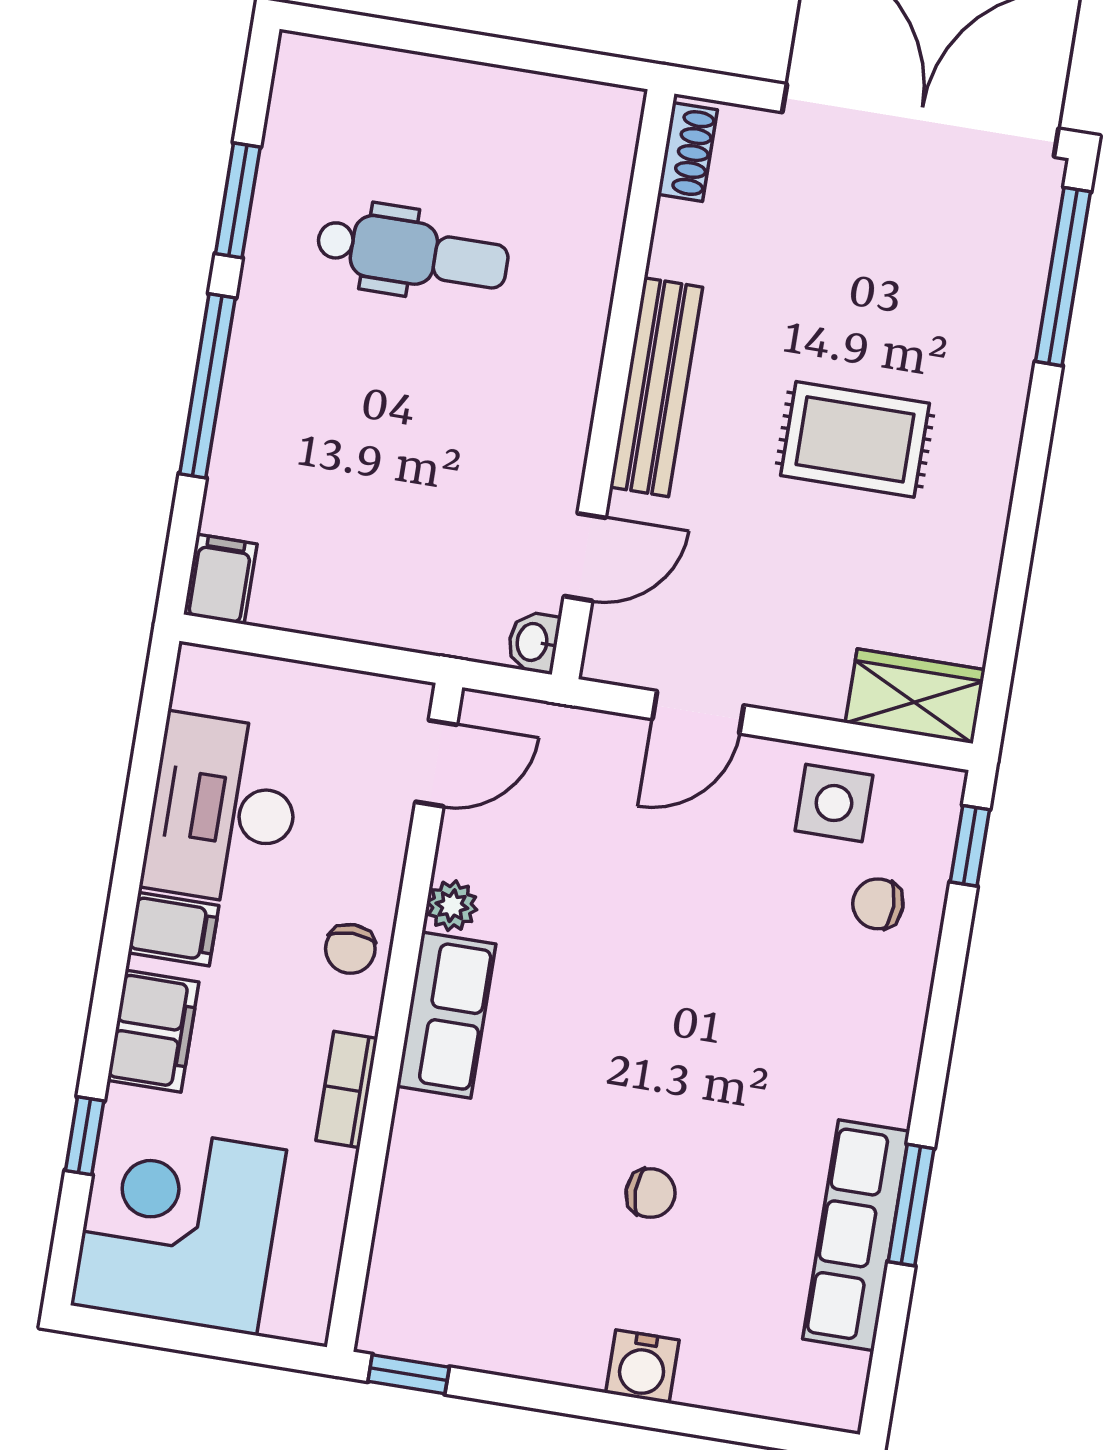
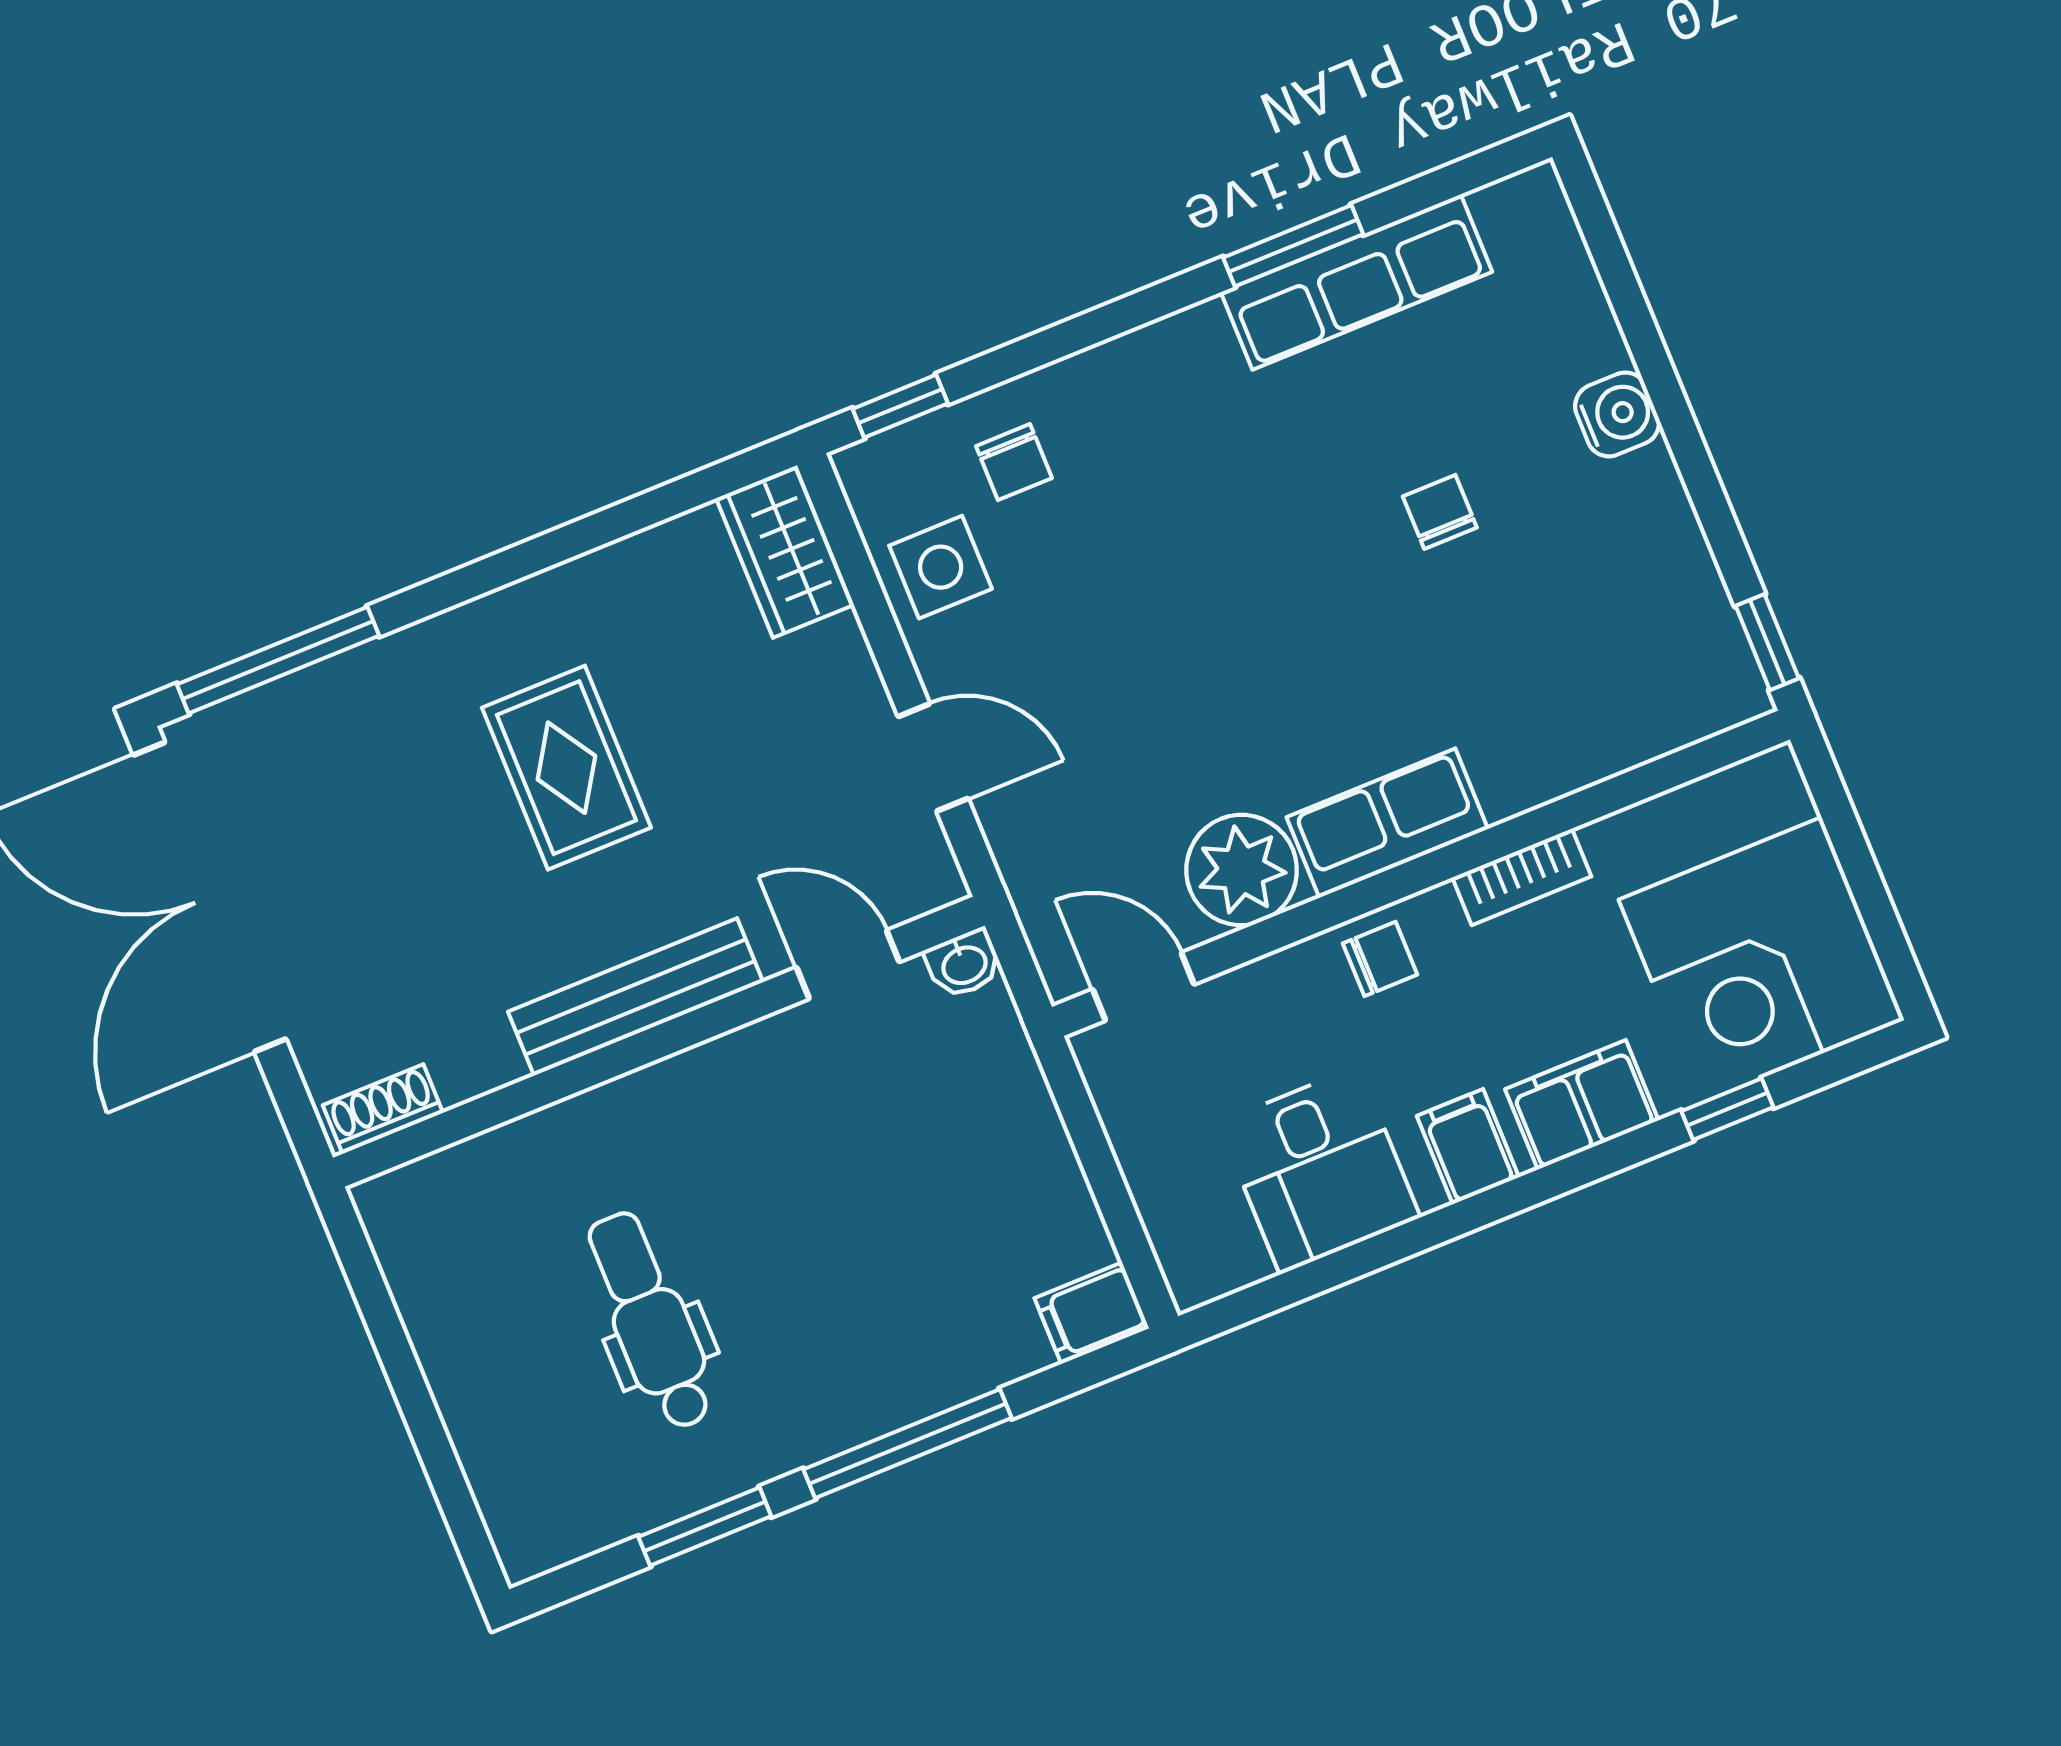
desk: (223, 810) -> (1319, 1170), width x0.73
plant: (452, 906) -> (1242, 870), width x1.88, depth x1.88

